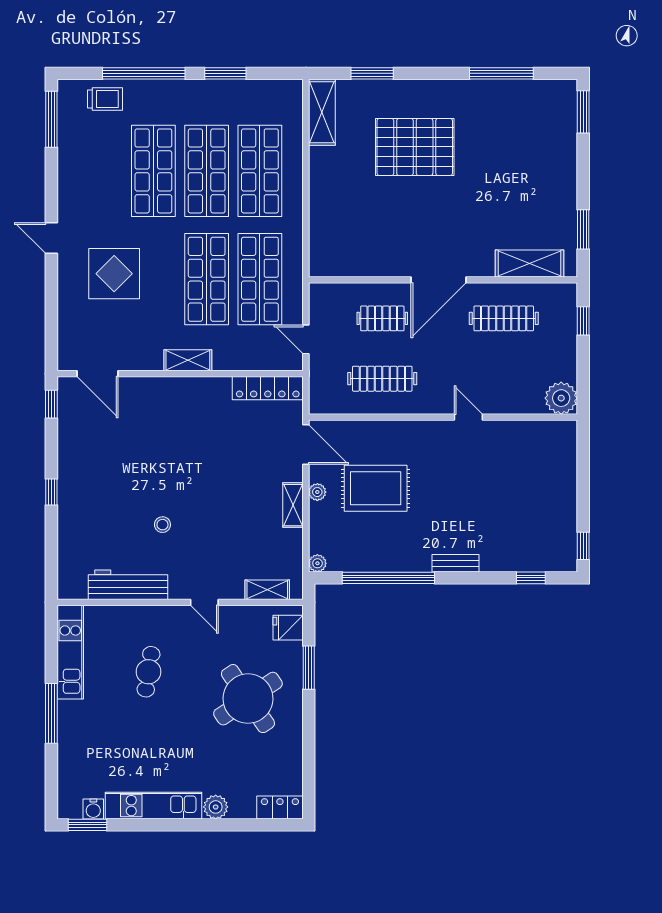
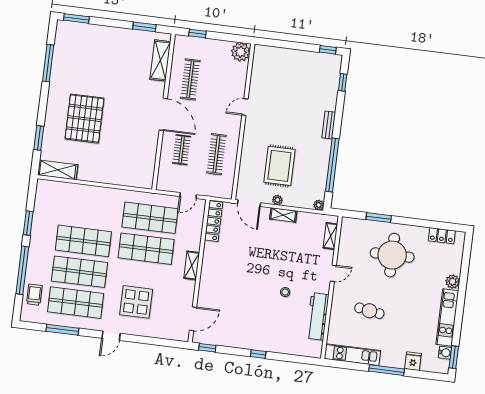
window: (51, 119) -> (62, 330), moved
shop shelf: (260, 171) -> (76, 303), moved
door: (306, 445) -> (249, 203), swing flipped
fridge: (288, 628) -> (413, 361), moved, turned 180
round table: (248, 699) -> (392, 255), turned 34
locker: (280, 807) -> (442, 236), moved, turned -90

